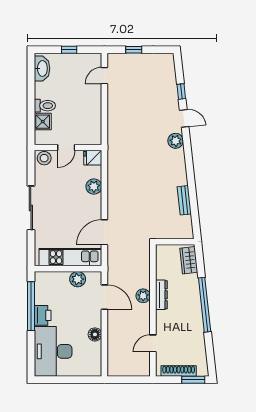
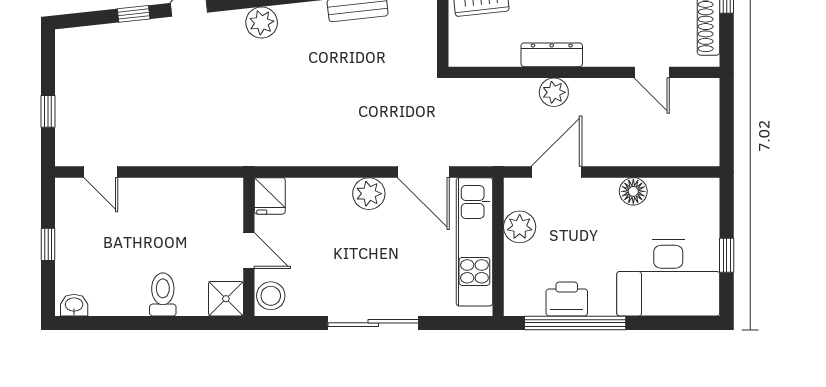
washbasin: (42, 68) -> (74, 305), width x0.52, depth x0.69
shower: (43, 122) -> (226, 299), moved
plant: (176, 141) -> (262, 23), moved
plant: (94, 187) -> (369, 194), moved
printer: (43, 315) -> (567, 299), moved
window: (64, 380) -> (727, 255), added

